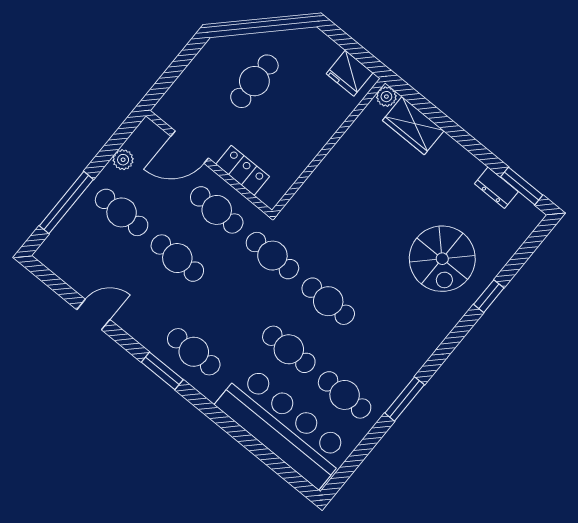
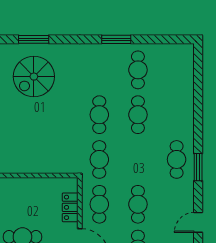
spiral stairs: (442, 259) -> (34, 77), turned 180
window: (489, 296) -> (34, 39), width x1.50
door: (93, 315) -> (198, 222), hinge flipped
bar counter: (283, 426) -> (177, 87), removed

